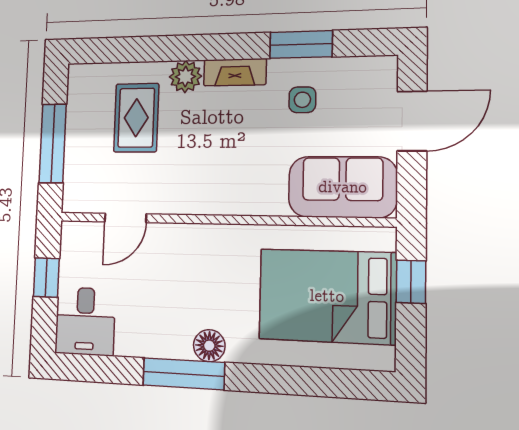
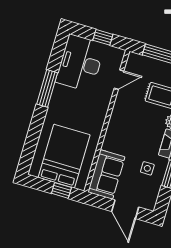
door: (125, 218) -> (119, 80), swing flipped
desk: (85, 321) -> (80, 63), width x1.87, depth x1.30
floor lamp: (209, 346) -> (56, 102), removed

